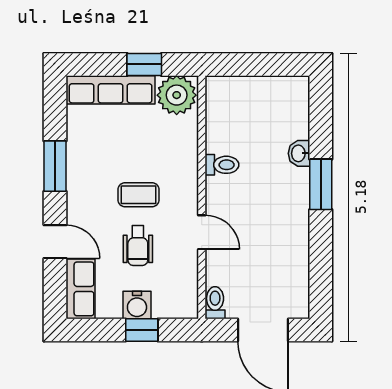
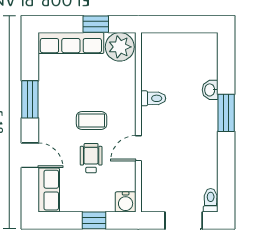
door: (202, 232) -> (138, 148), swing flipped
wheelchair: (138, 246) -> (91, 158), turned 180
toilet: (215, 303) -> (211, 200), moved
water cooler: (137, 305) -> (126, 202), moved

